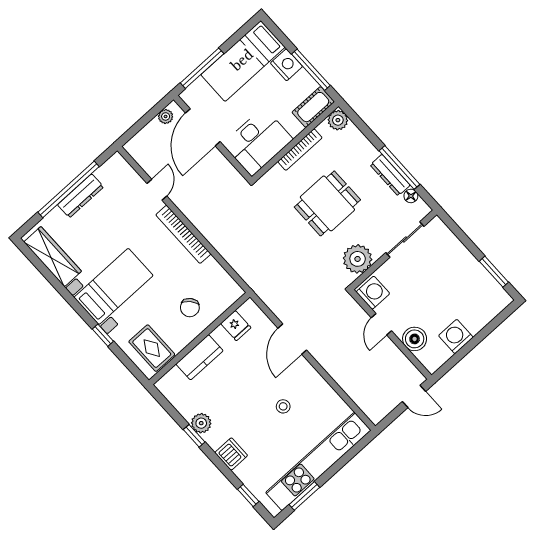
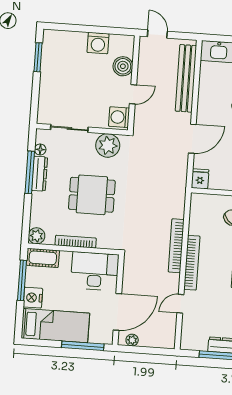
bookcase: (212, 235) -> (176, 246), added
fridge: (236, 326) -> (200, 179), moved
bench: (351, 384) -> (186, 78), added

